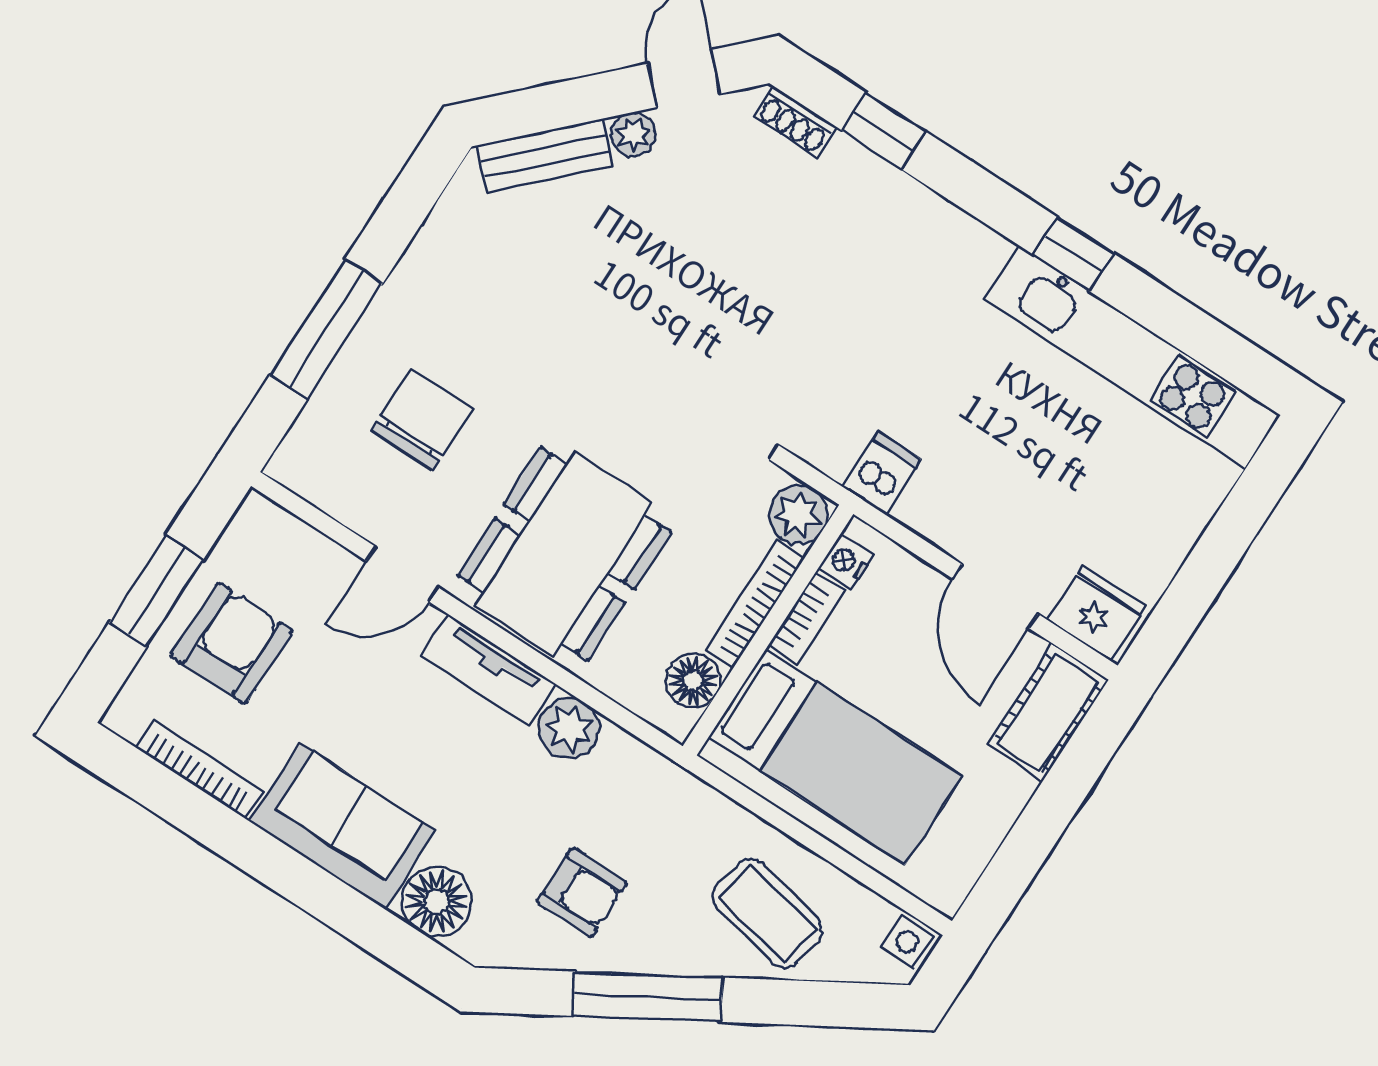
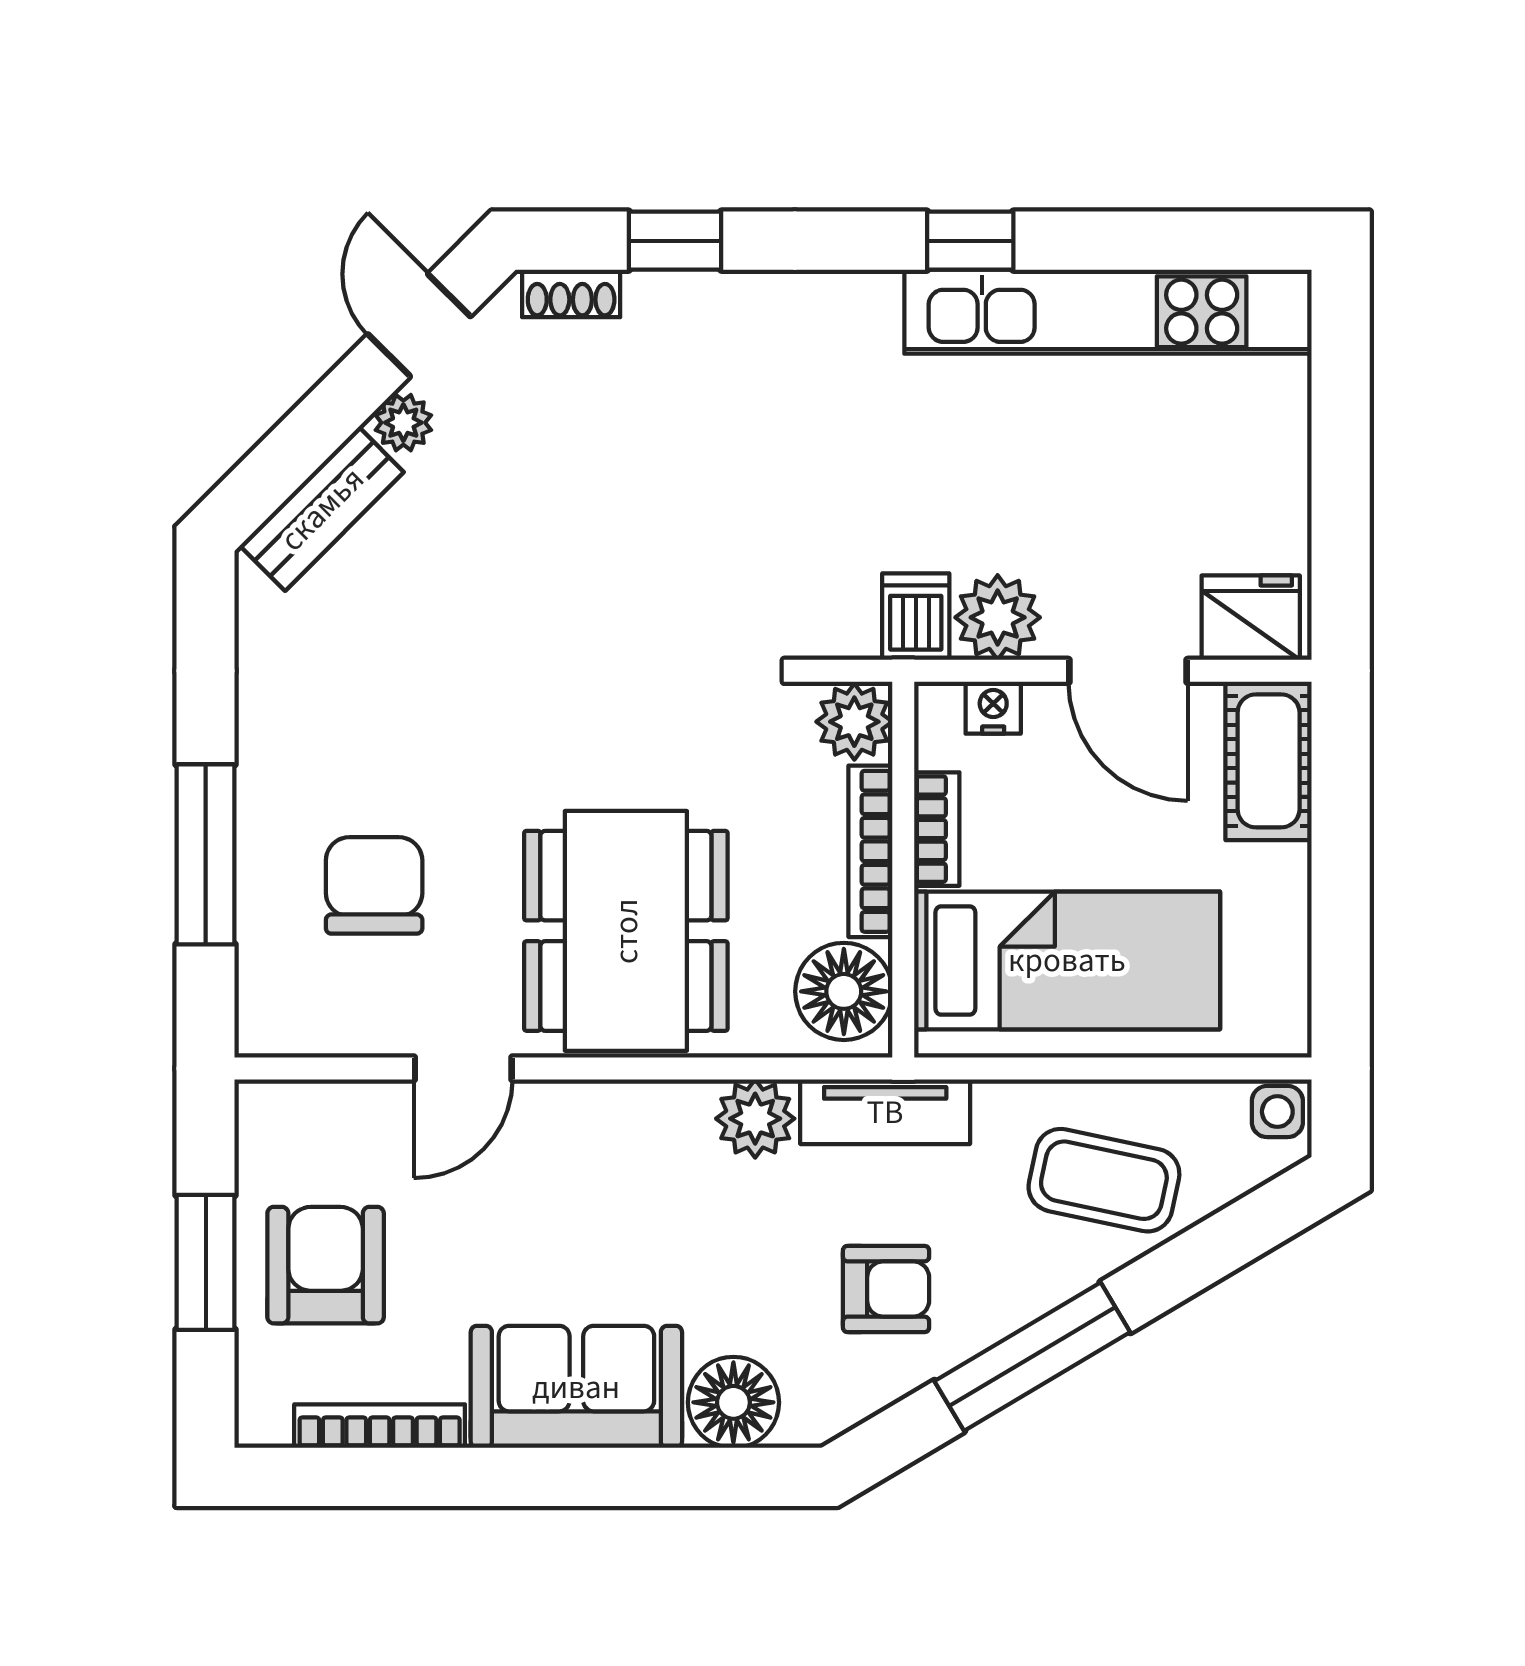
plant: (934, 508) -> (998, 617), added
nightstand: (846, 562) -> (993, 708), moved, turned 90
tv unit: (488, 670) -> (885, 1112), moved
floor lamp: (693, 681) -> (844, 991), width x1.38, depth x1.38

